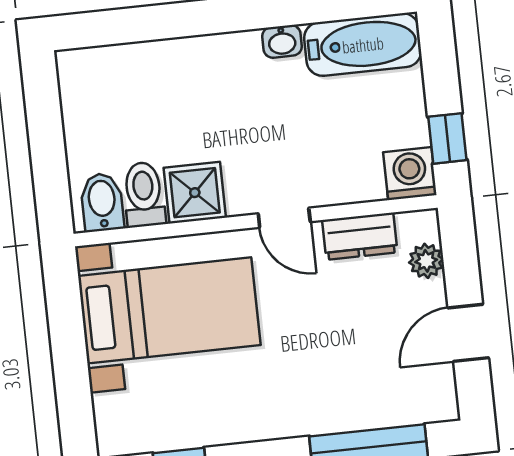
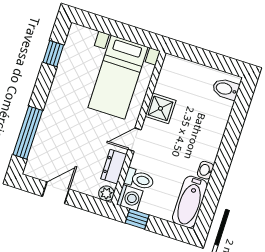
toilet: (144, 194) -> (139, 179), moved
bidet: (102, 202) -> (226, 89), moved, turned 180
plant: (426, 261) -> (106, 193), moved
door: (468, 333) -> (56, 193), hinge flipped

